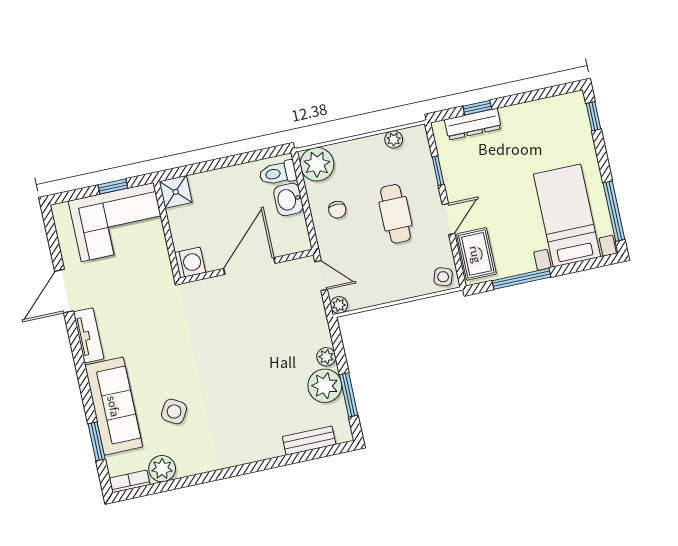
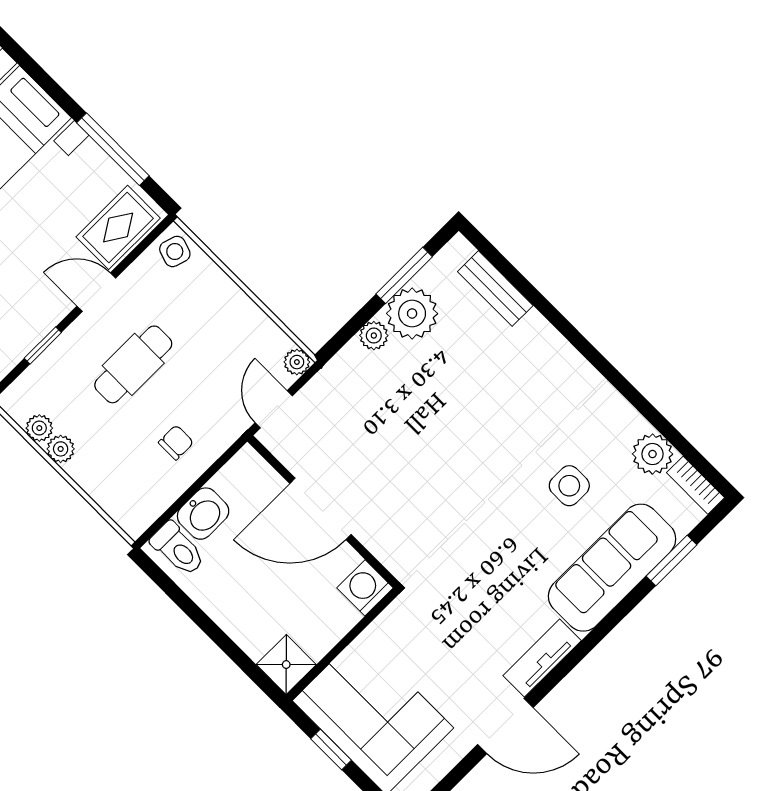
plant: (317, 164) -> (61, 449), moved, width x0.53, depth x0.53
side table: (174, 411) -> (569, 486), turned -30

